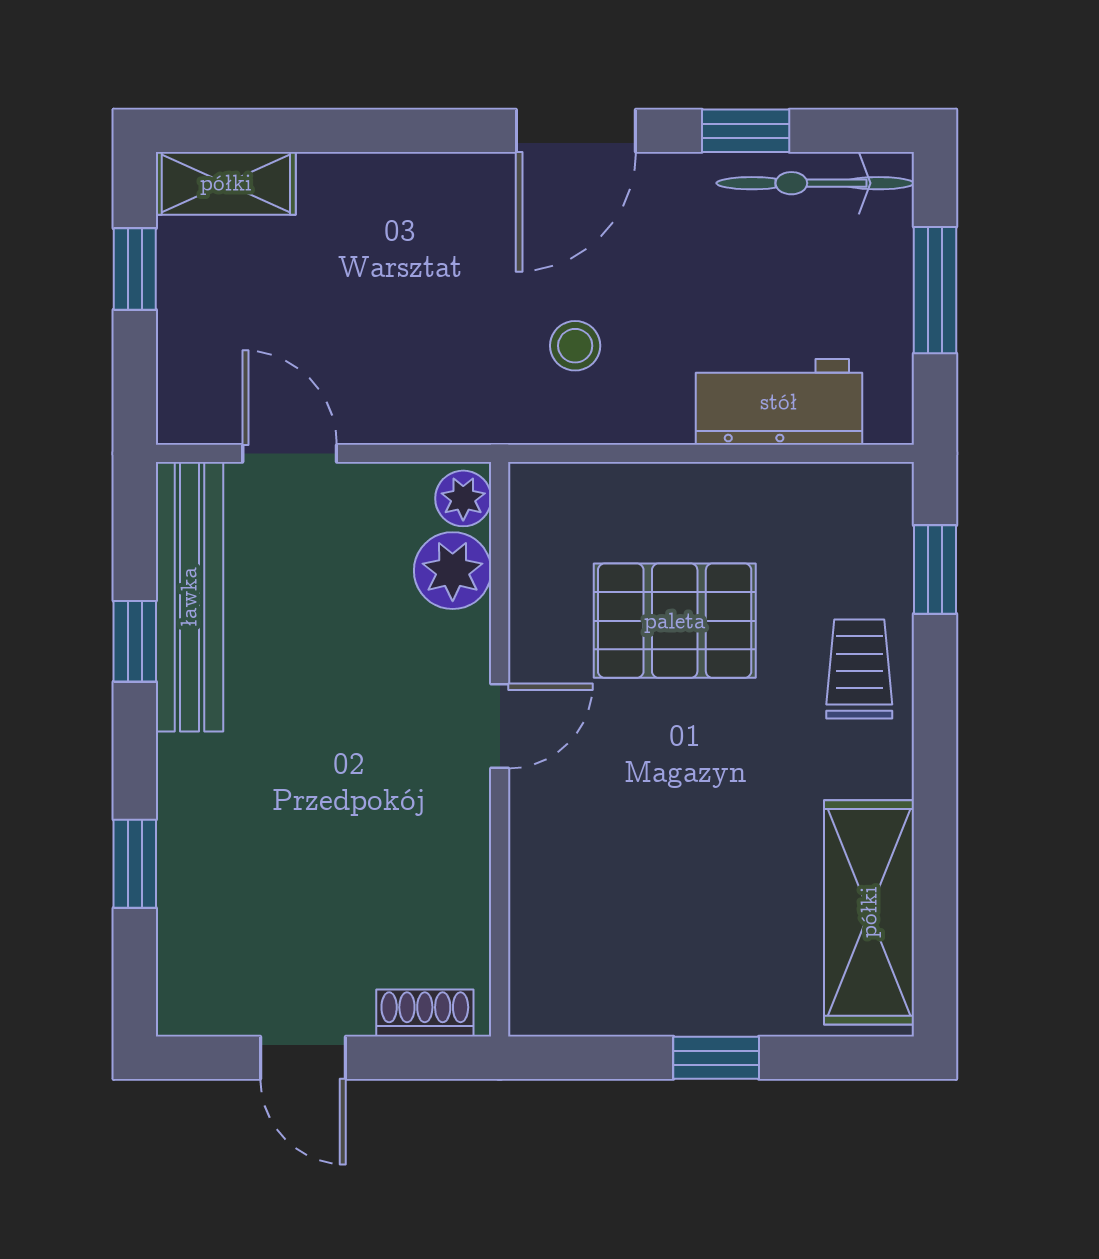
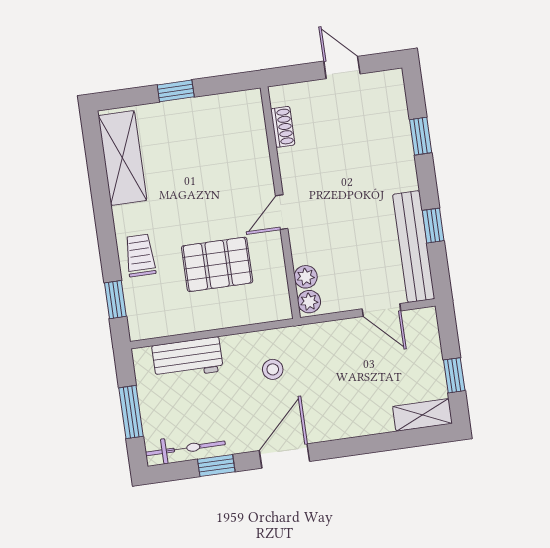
plant: (453, 571) -> (306, 277), width x0.73, depth x0.73
trolley: (859, 669) -> (140, 255), turned 180
shoe rack: (425, 1013) -> (283, 127), moved, turned -90

